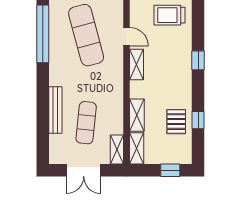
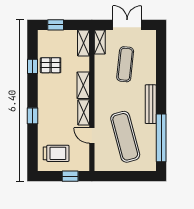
bench: (55, 110) -> (151, 104), moved
shelving: (137, 115) -> (83, 85), moved
pallet: (176, 122) -> (51, 65), turned 90

